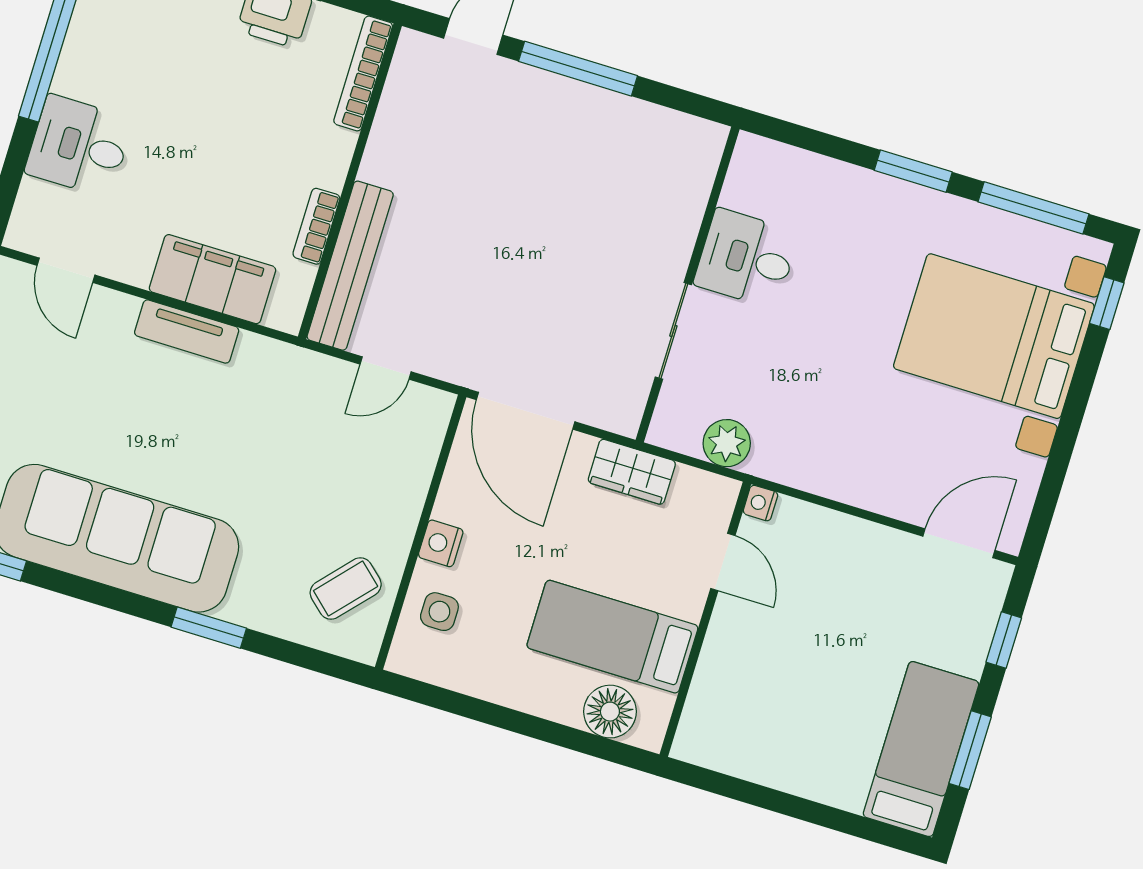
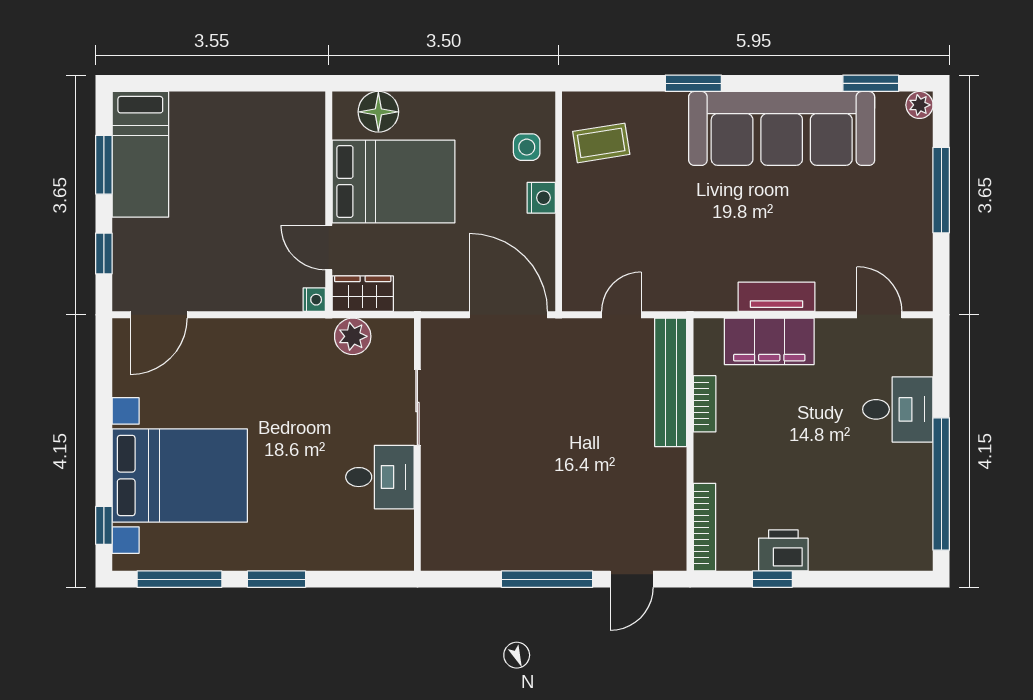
wardrobe: (632, 472) -> (363, 294), moved
coffee table: (346, 589) -> (601, 143), turned 39
bed: (612, 637) -> (393, 181), width x1.50

